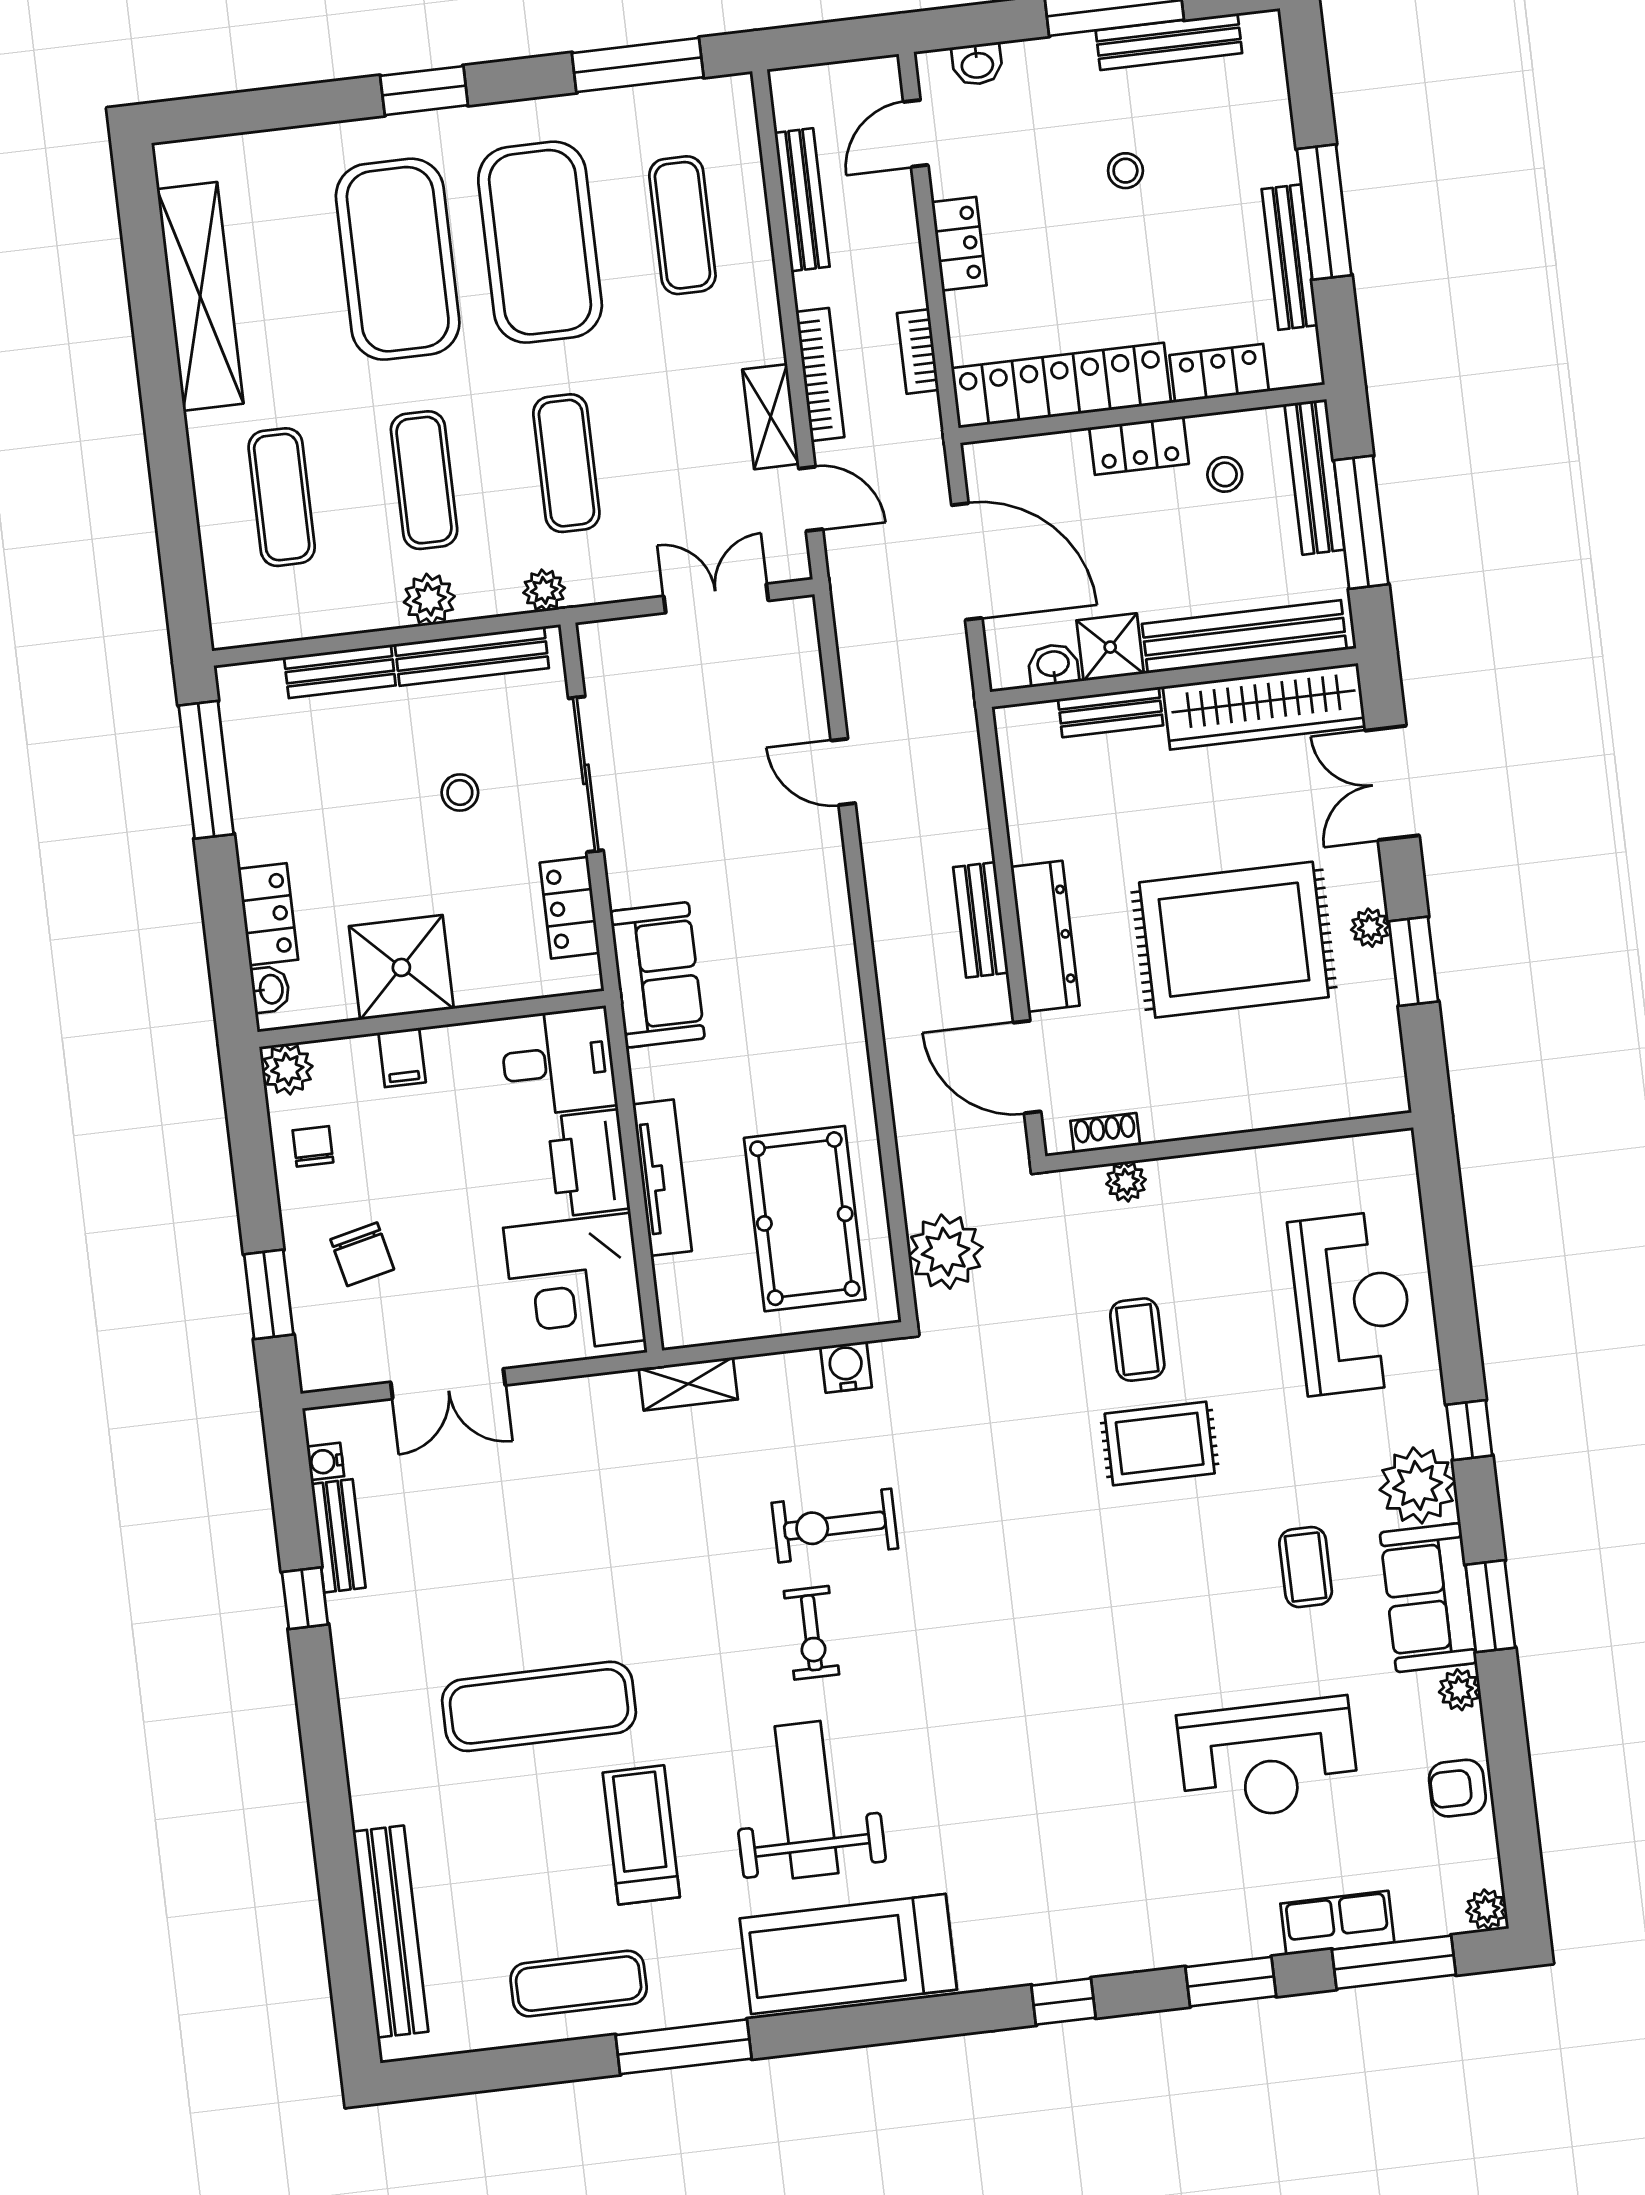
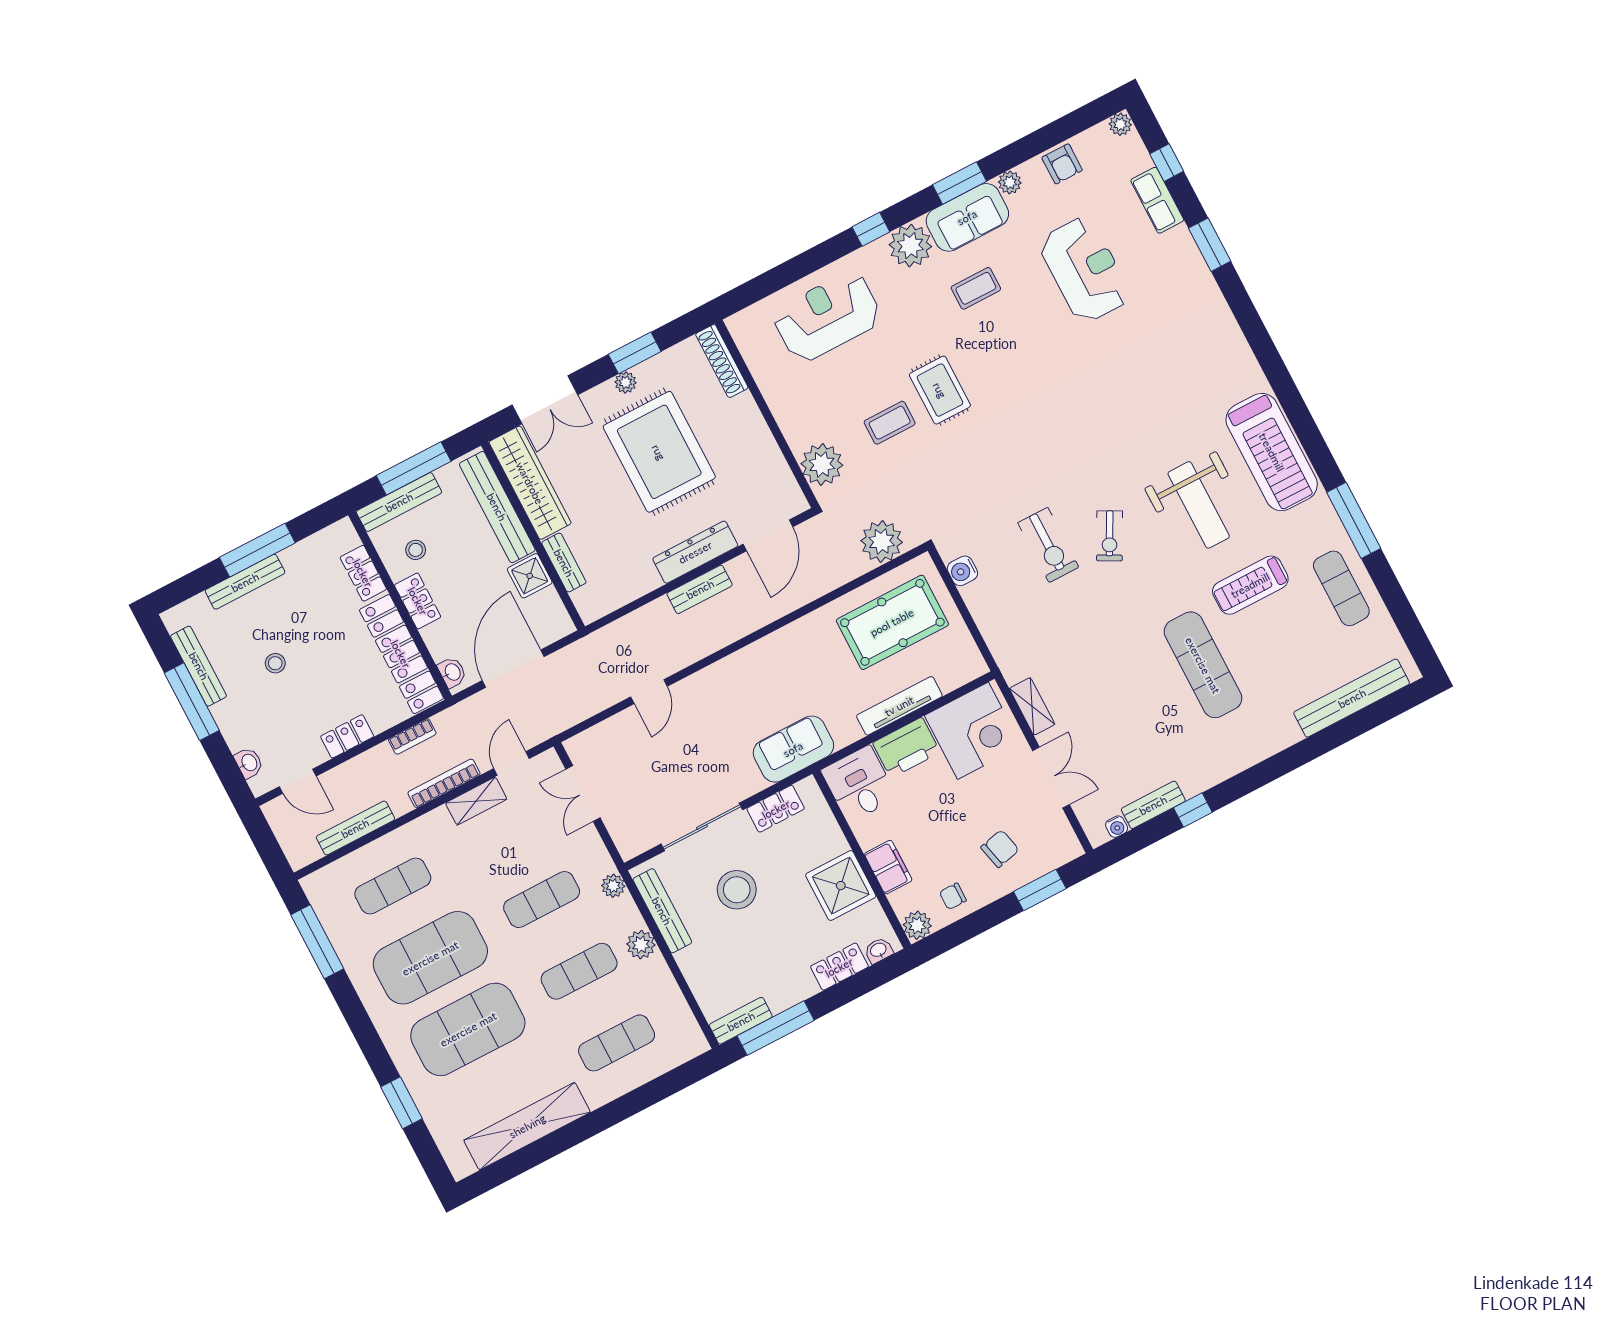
window: (424, 91) -> (401, 1103), moved
bench: (1290, 257) -> (245, 582), moved
washbasin: (1053, 665) -> (452, 672), moved, turned 180
bench: (340, 671) -> (741, 1021), moved, turned 90
stool: (460, 792) -> (737, 890), width x1.89, depth x1.89
filing cabinet: (402, 1057) -> (888, 867), width x2.00
shoe rack: (1105, 1133) -> (722, 361), moved, width x1.94, depth x1.24
plant: (1126, 1182) -> (822, 464), width x1.87, depth x1.87
shelving: (688, 1384) -> (1032, 706), moved
exercise bike: (812, 1633) -> (1110, 536), turned 118
weight bench: (807, 1800) -> (1199, 505), turned -90
window: (1394, 1962) -> (1167, 163), width x0.46
window: (1063, 2002) -> (1254, 329), removed

